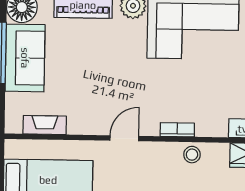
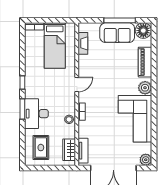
door: (124, 138) -> (77, 84), hinge flipped

